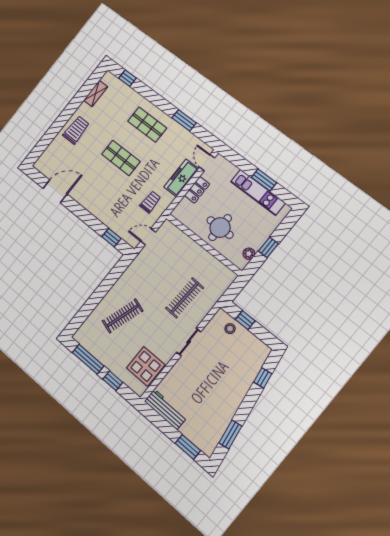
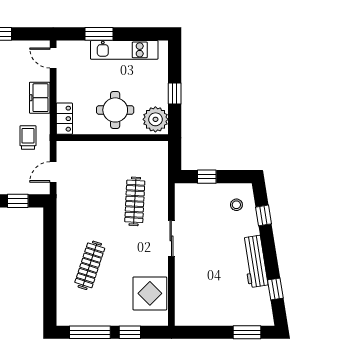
freezer: (181, 178) -> (40, 98), width x0.71
window: (264, 180) -> (99, 34), moved
locker: (197, 190) -> (64, 119), moved
plant: (249, 254) -> (155, 119), width x1.87, depth x1.87
stool: (230, 329) -> (236, 205), moved
workbench: (166, 409) -> (255, 262), moved, turned -99
window: (230, 434) -> (275, 289), width x0.67

